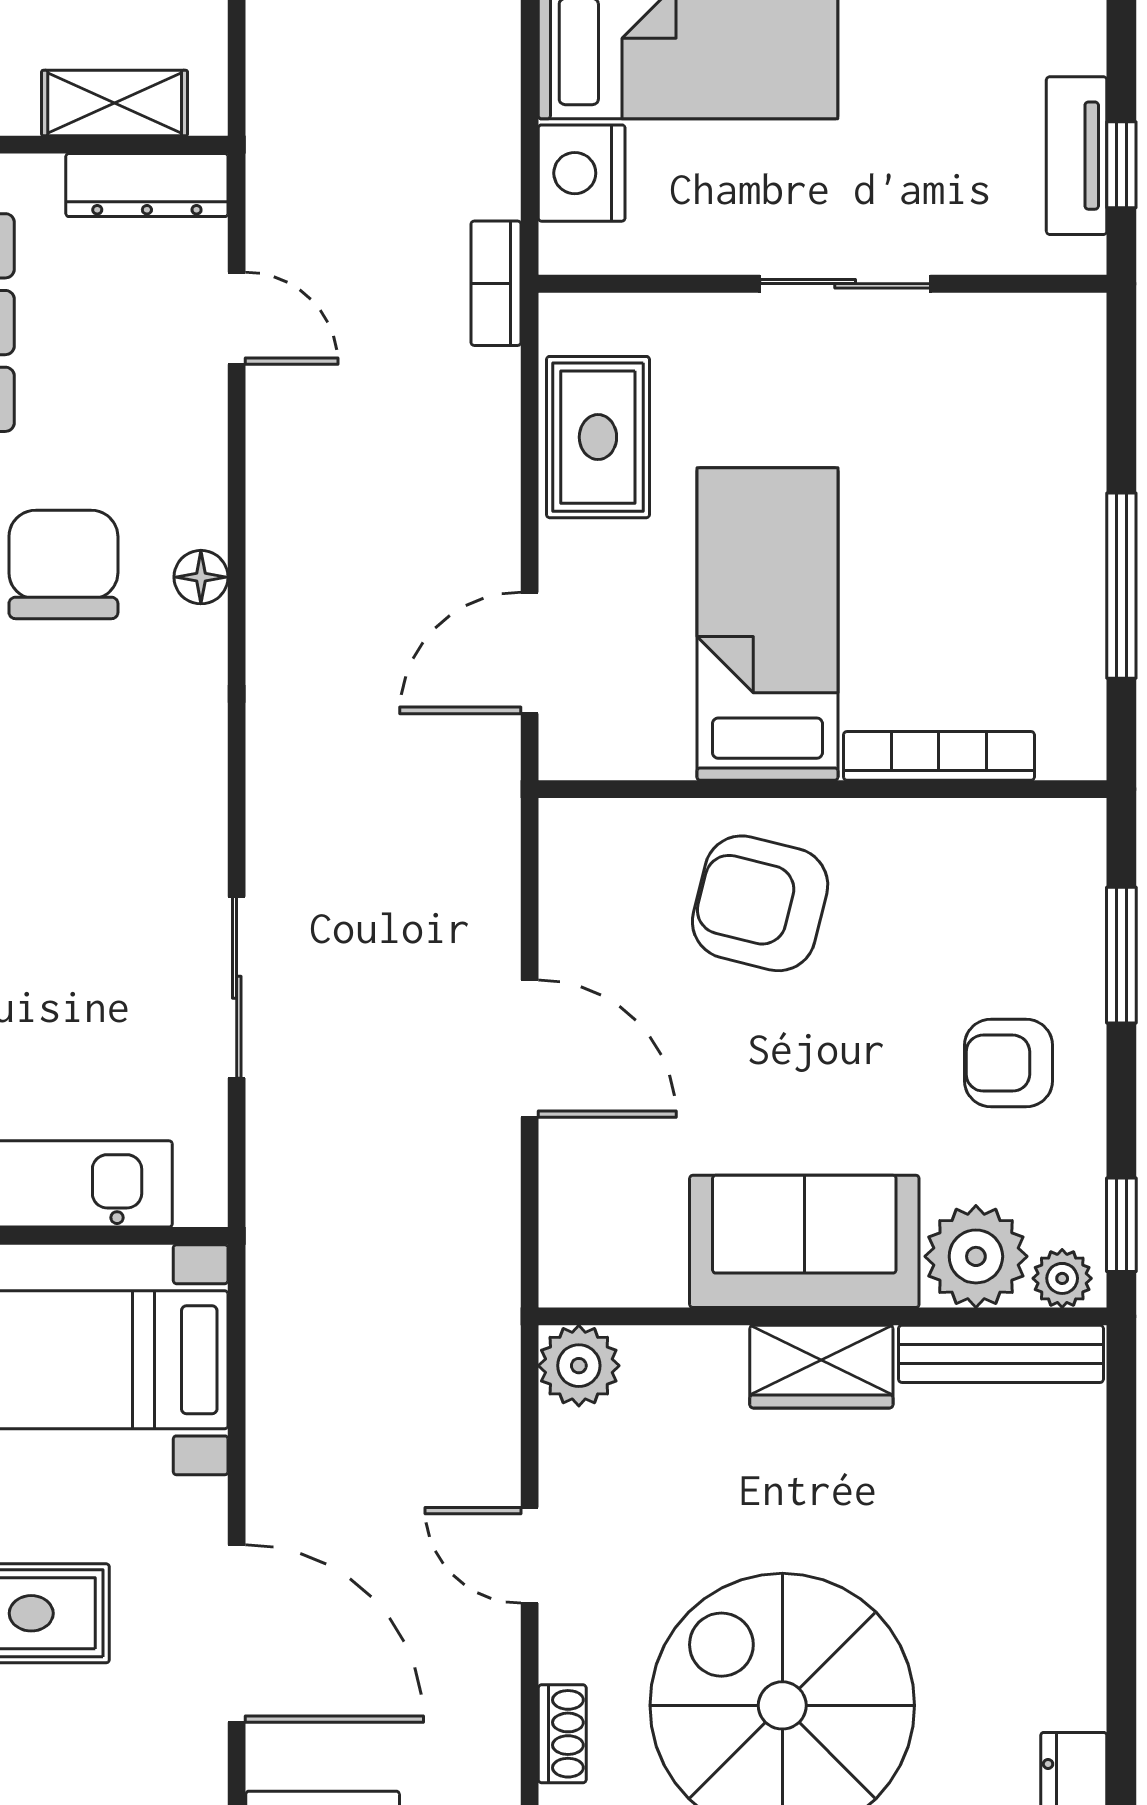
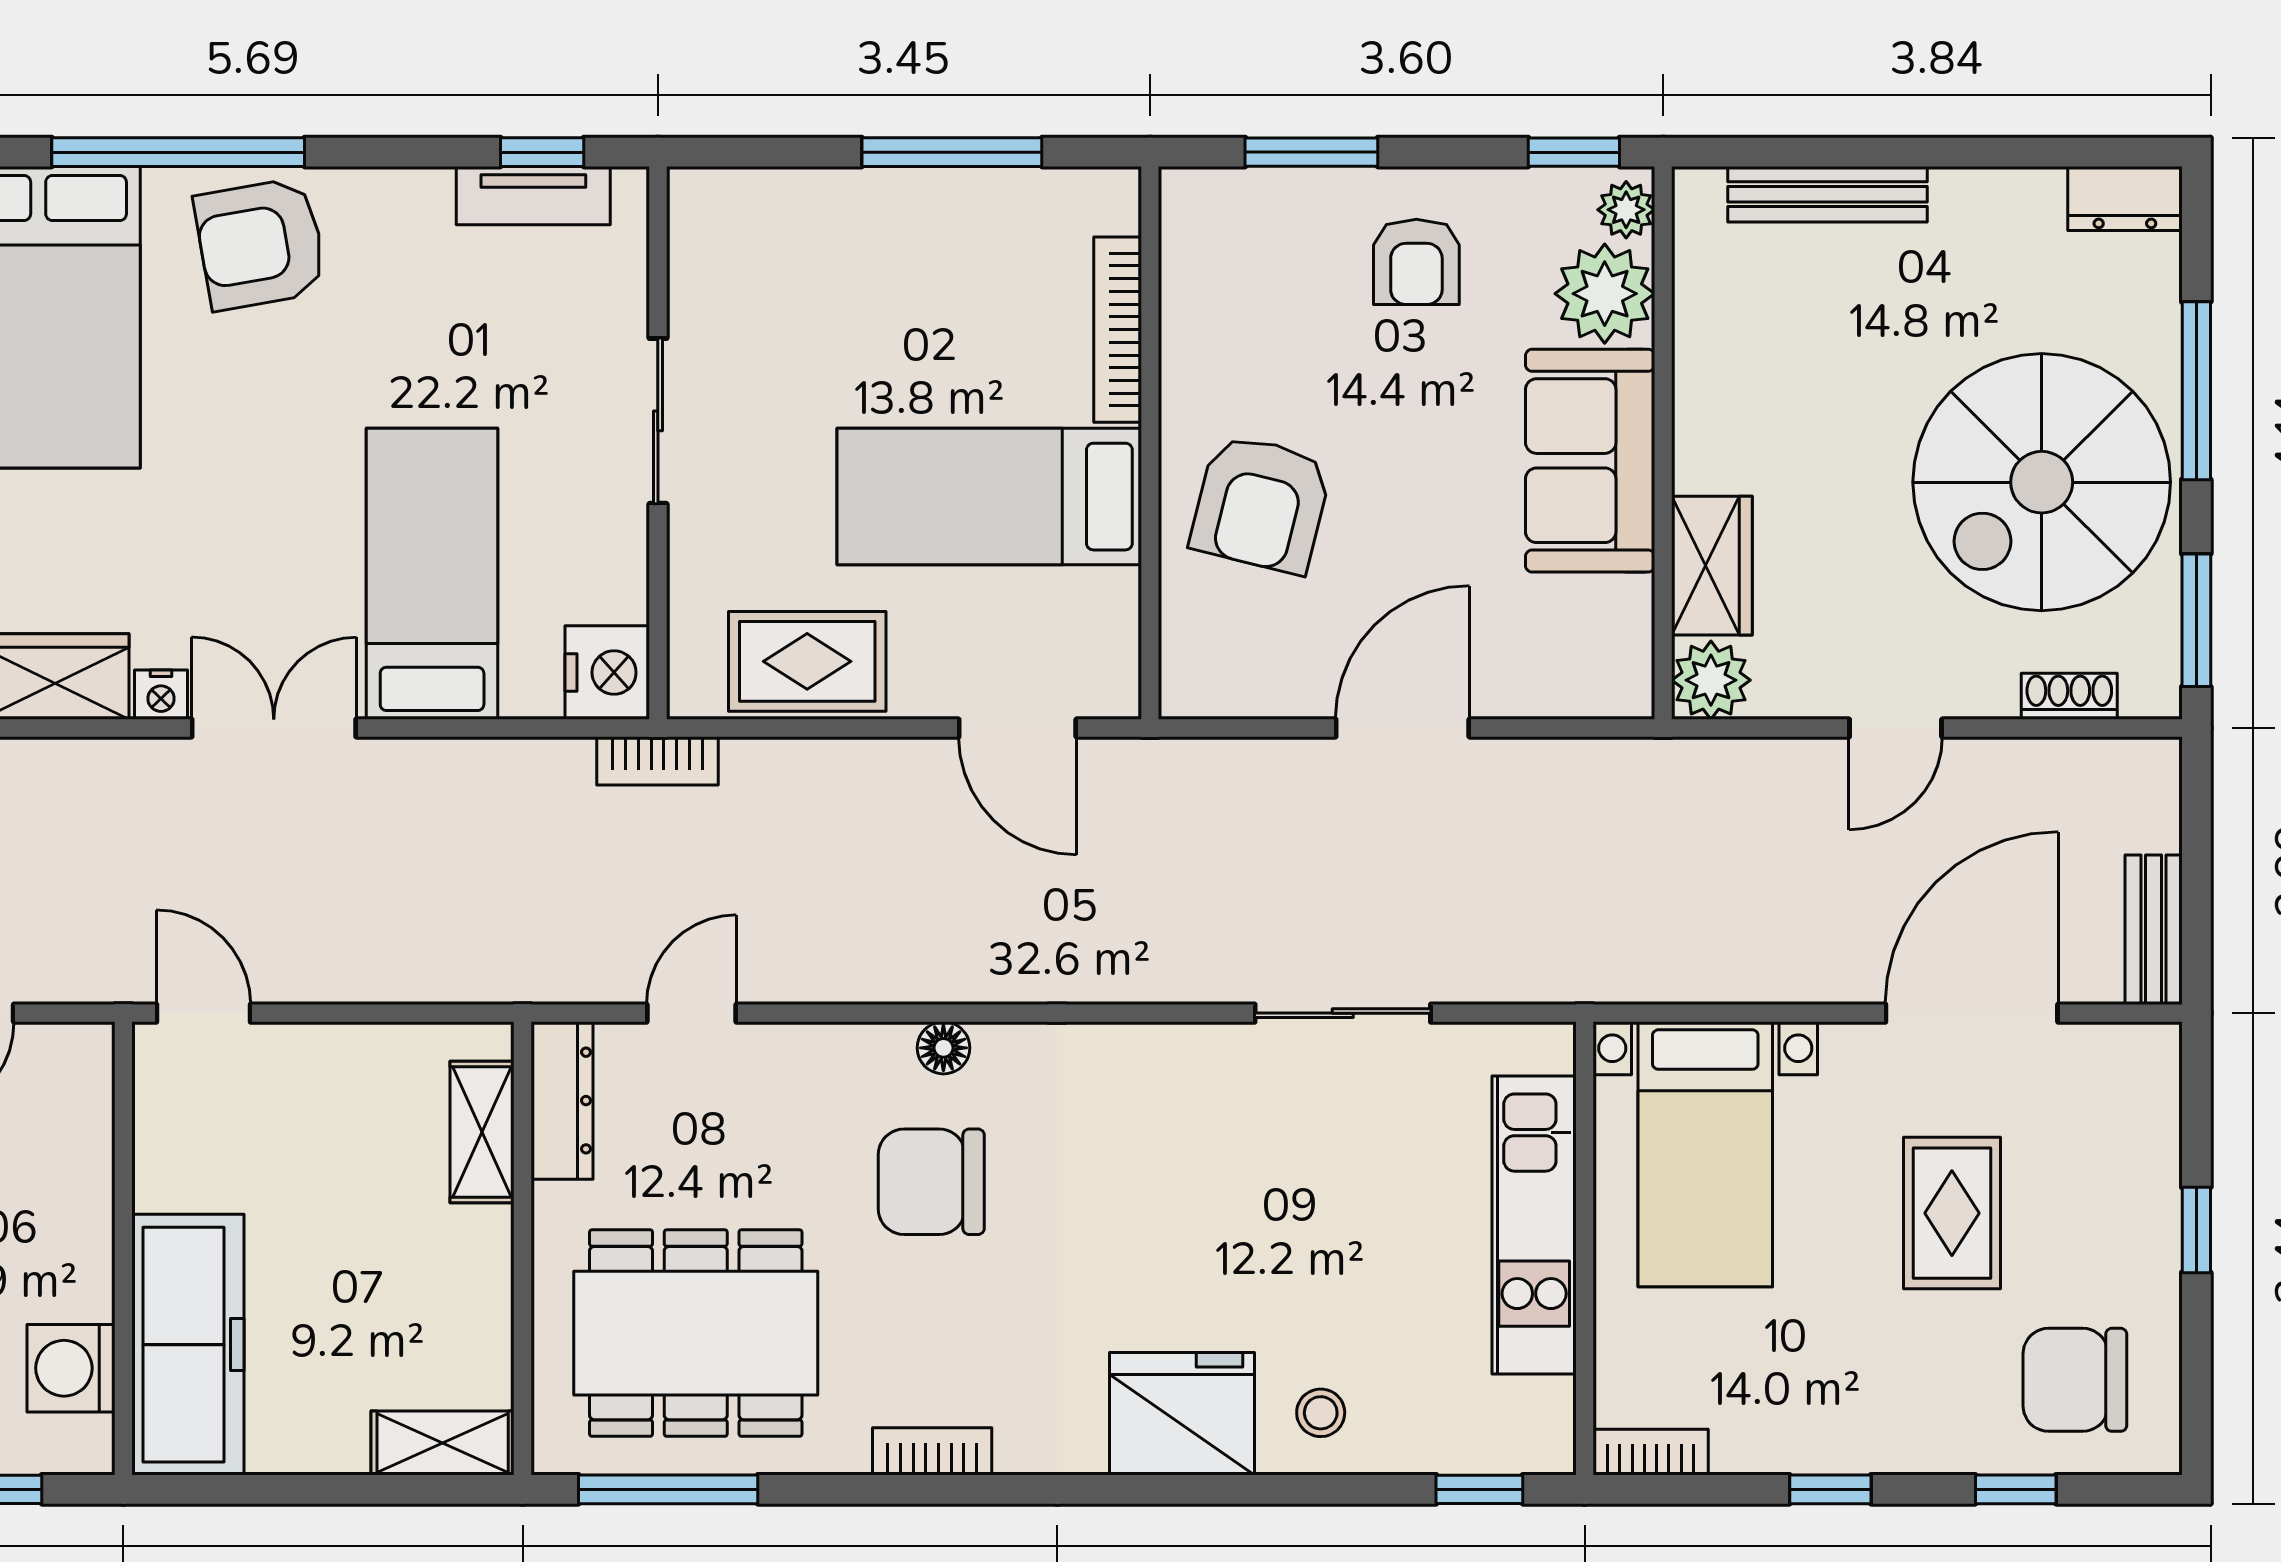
nightstand: (582, 173) -> (607, 673), moved, turned -90
bench: (1001, 1354) -> (1827, 194), moved, turned 90
wardrobe: (821, 1367) -> (1712, 566), moved

